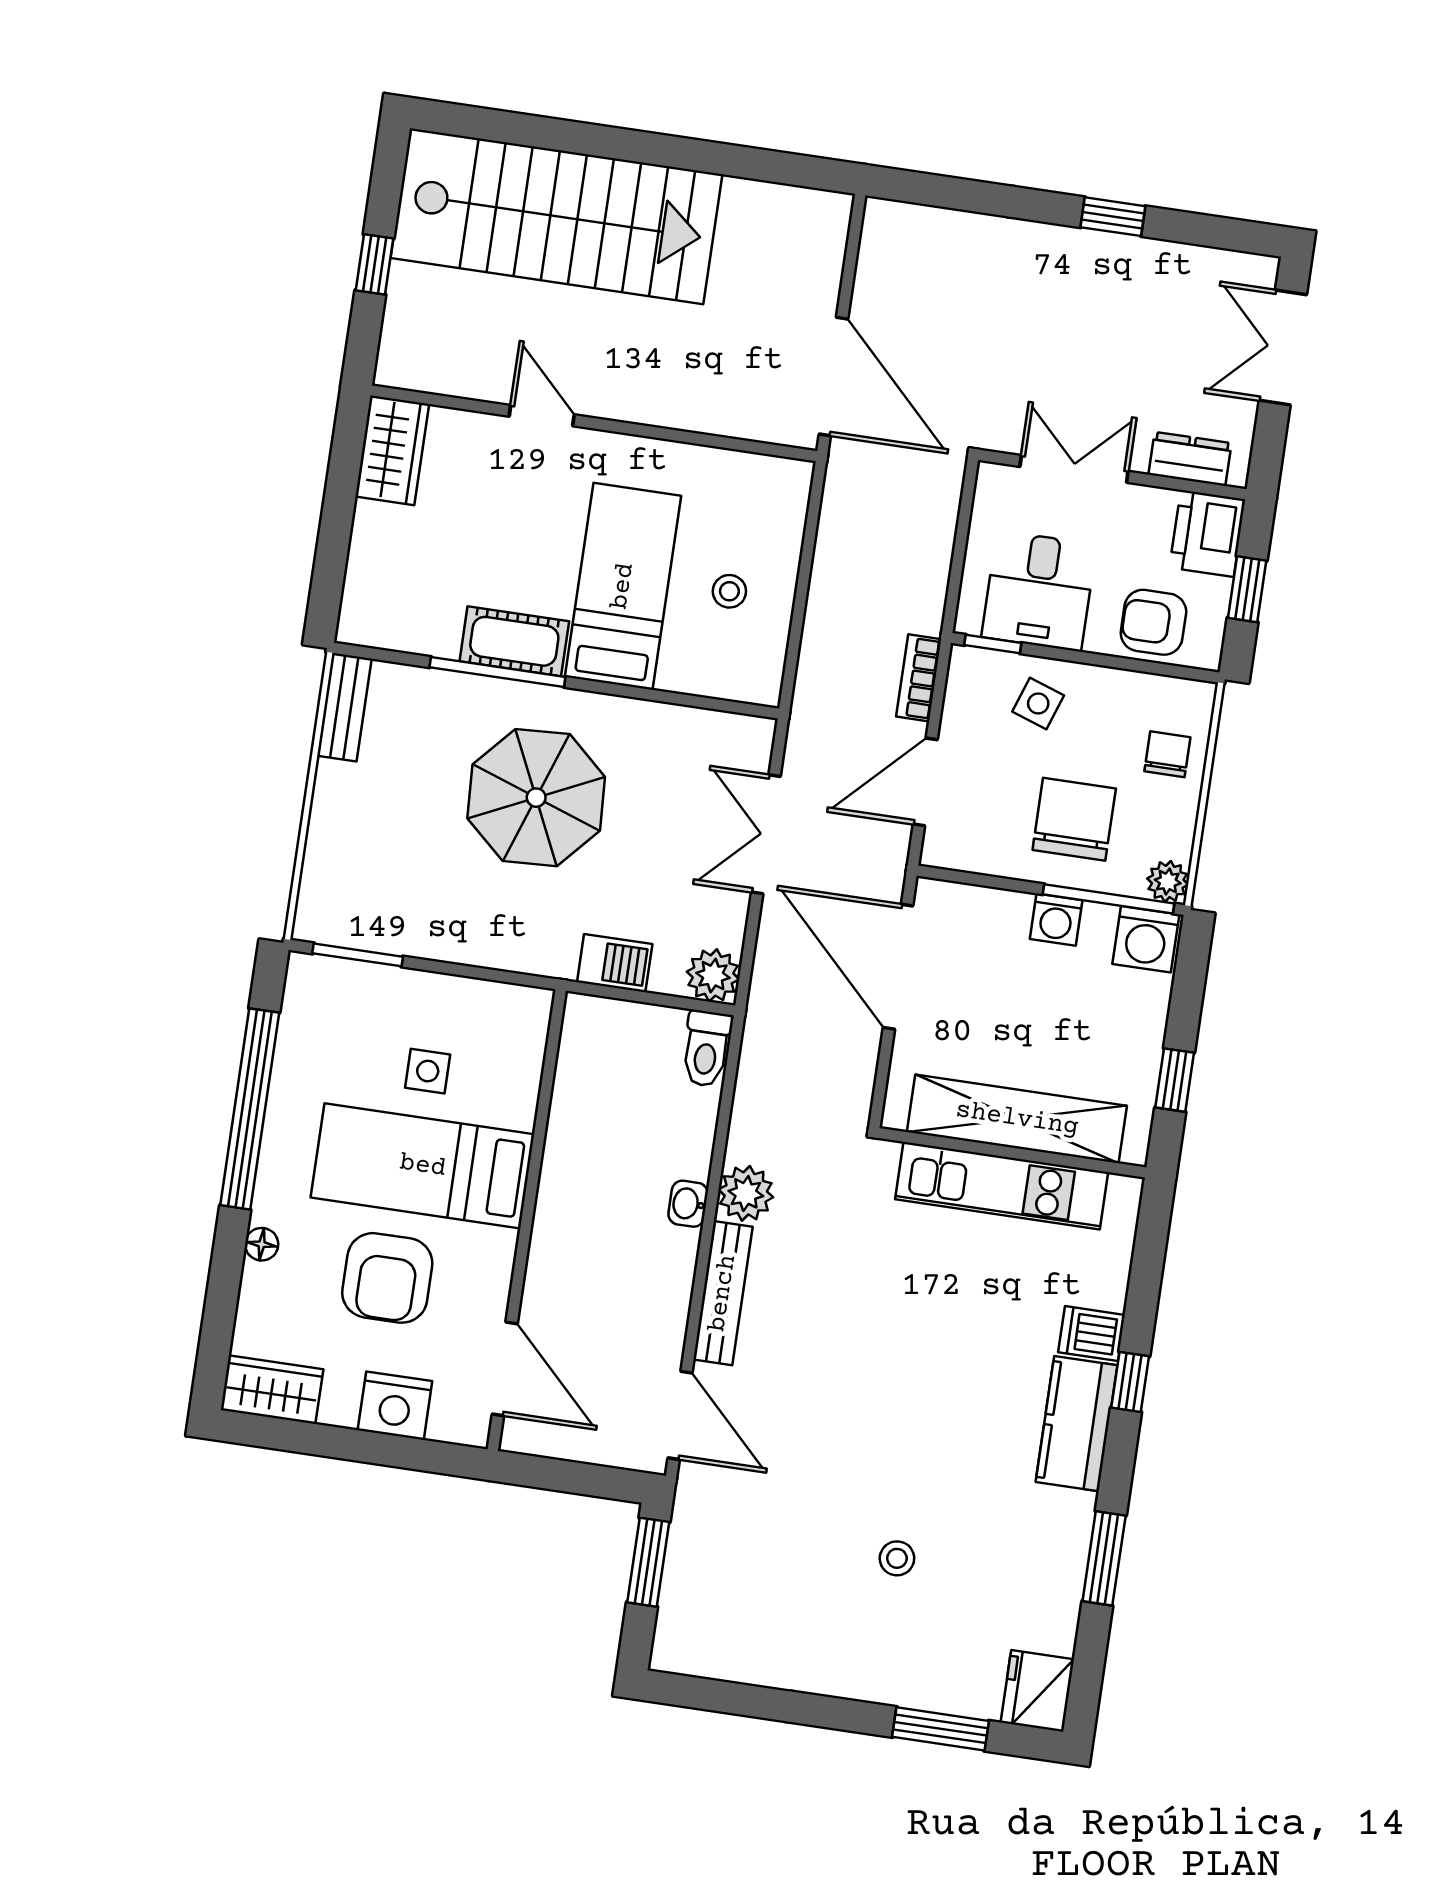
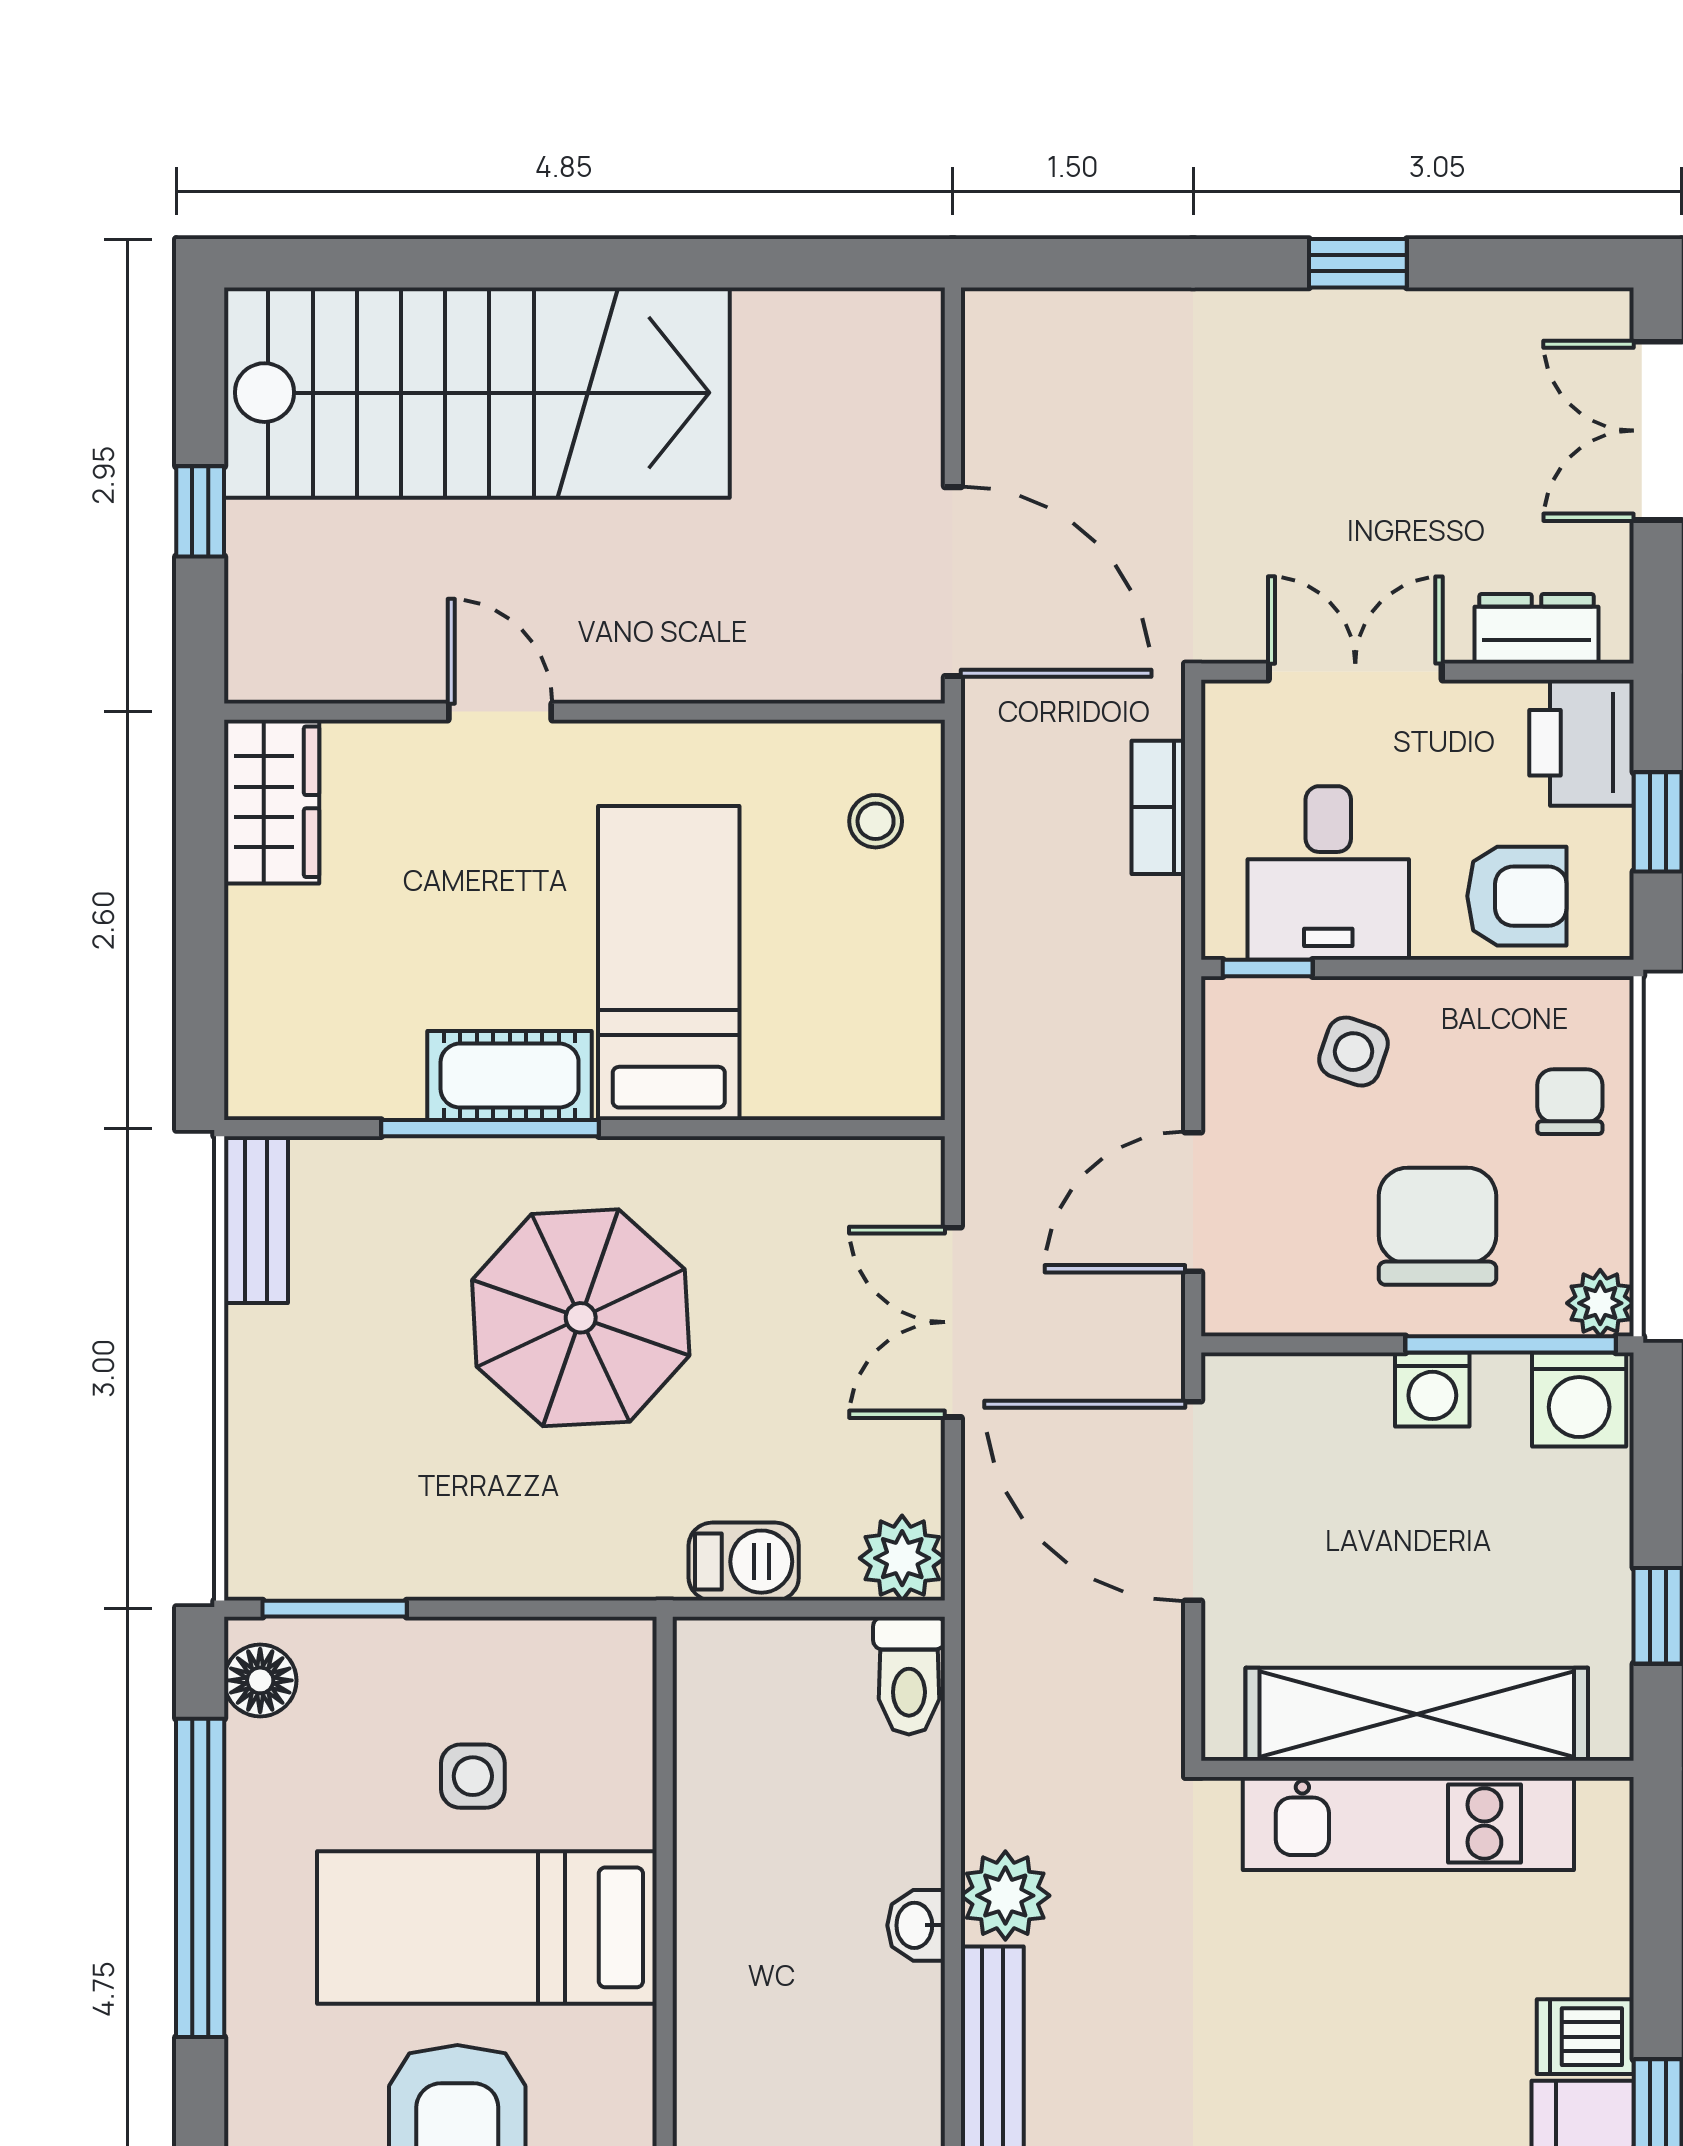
stool: (729, 591) -> (876, 821), moved
armchair: (1153, 622) -> (1517, 896), turned 180
bookcase: (919, 678) -> (1158, 807), moved
floor lamp: (262, 1244) -> (260, 1680), moved, width x1.37, depth x1.37

